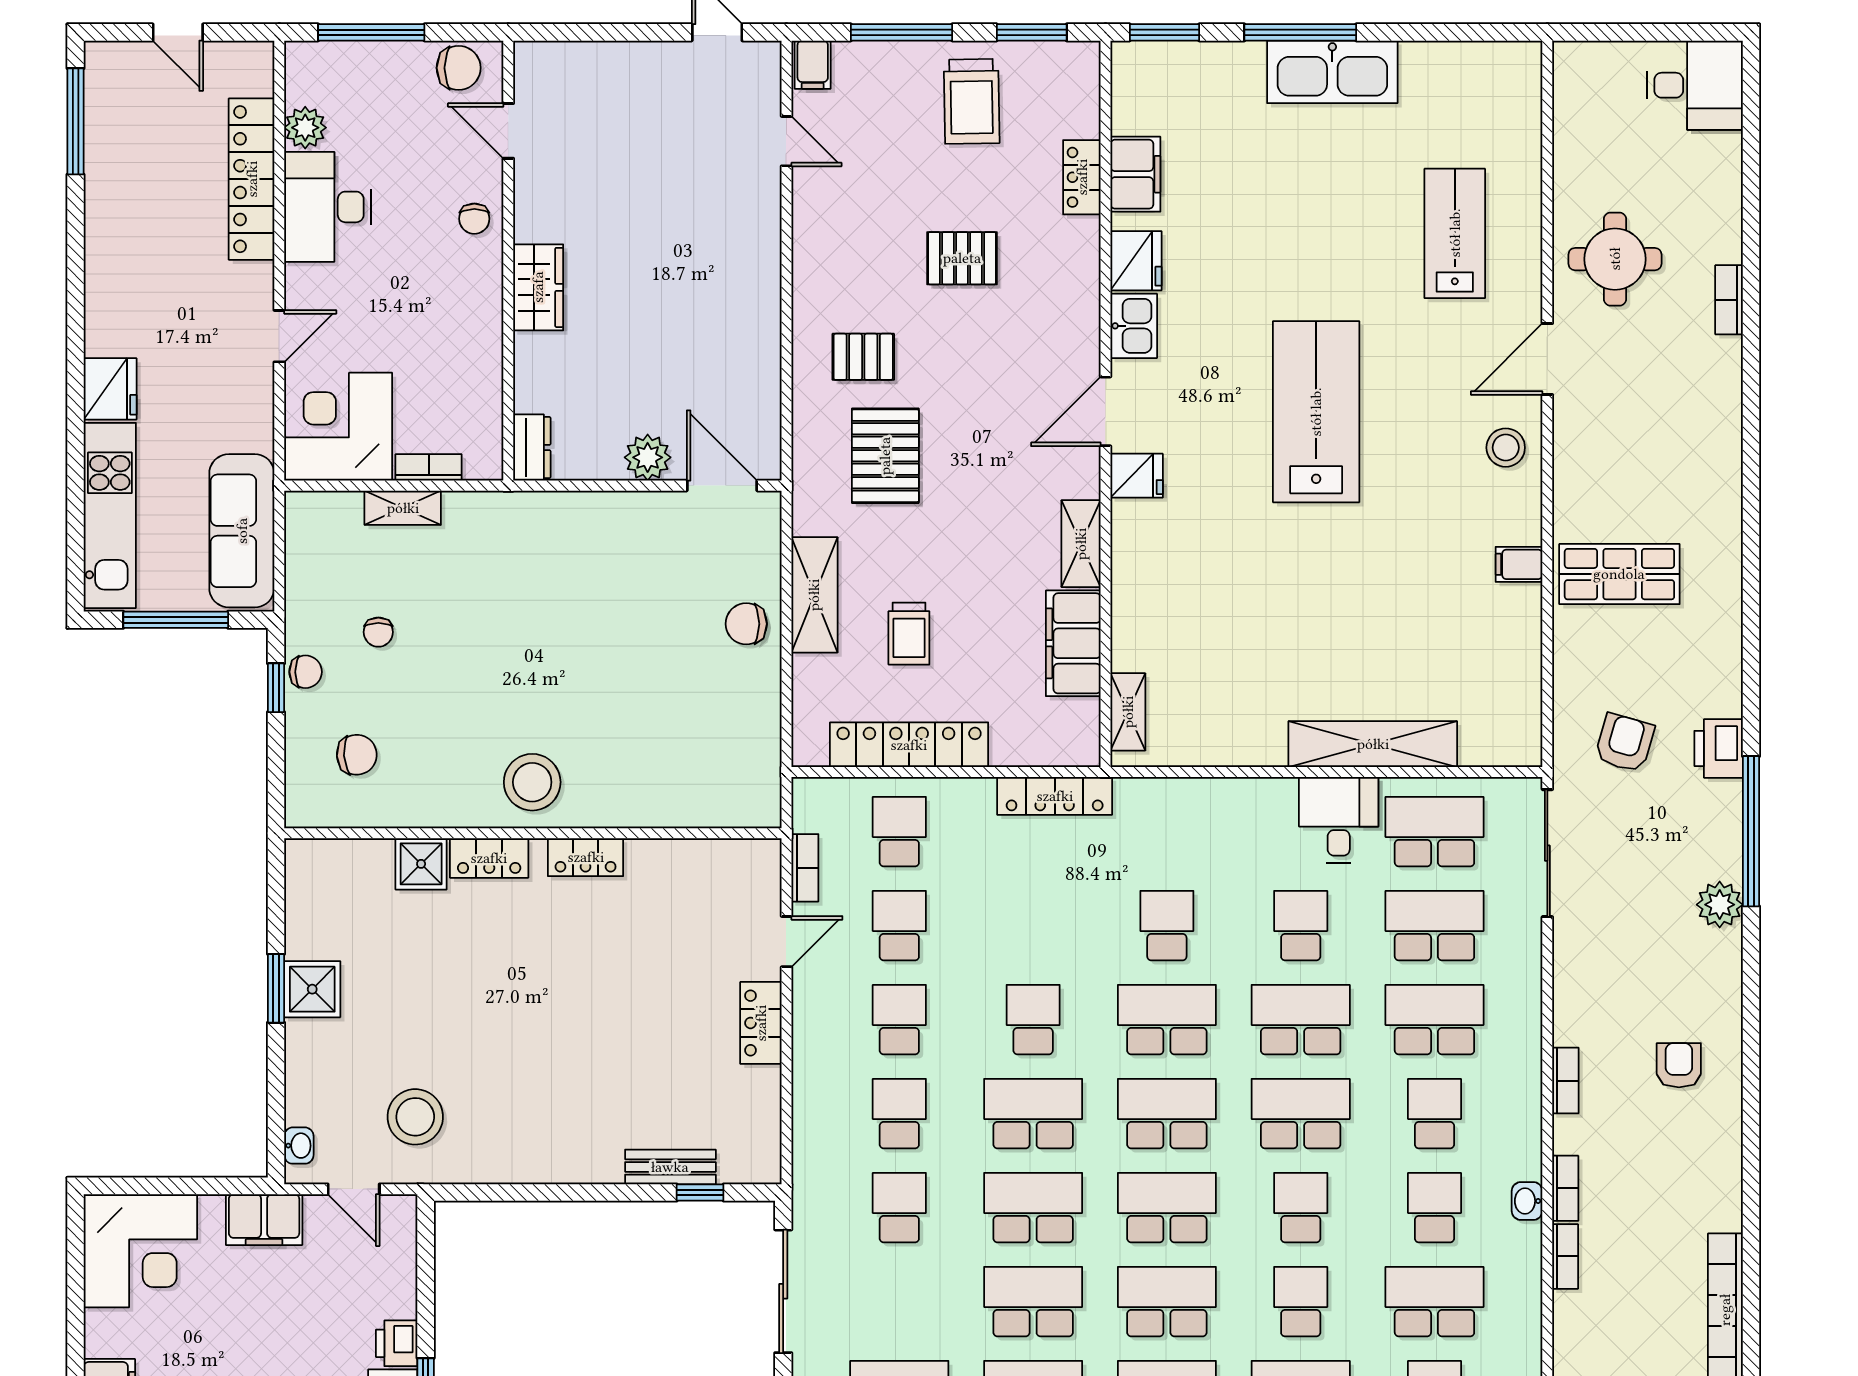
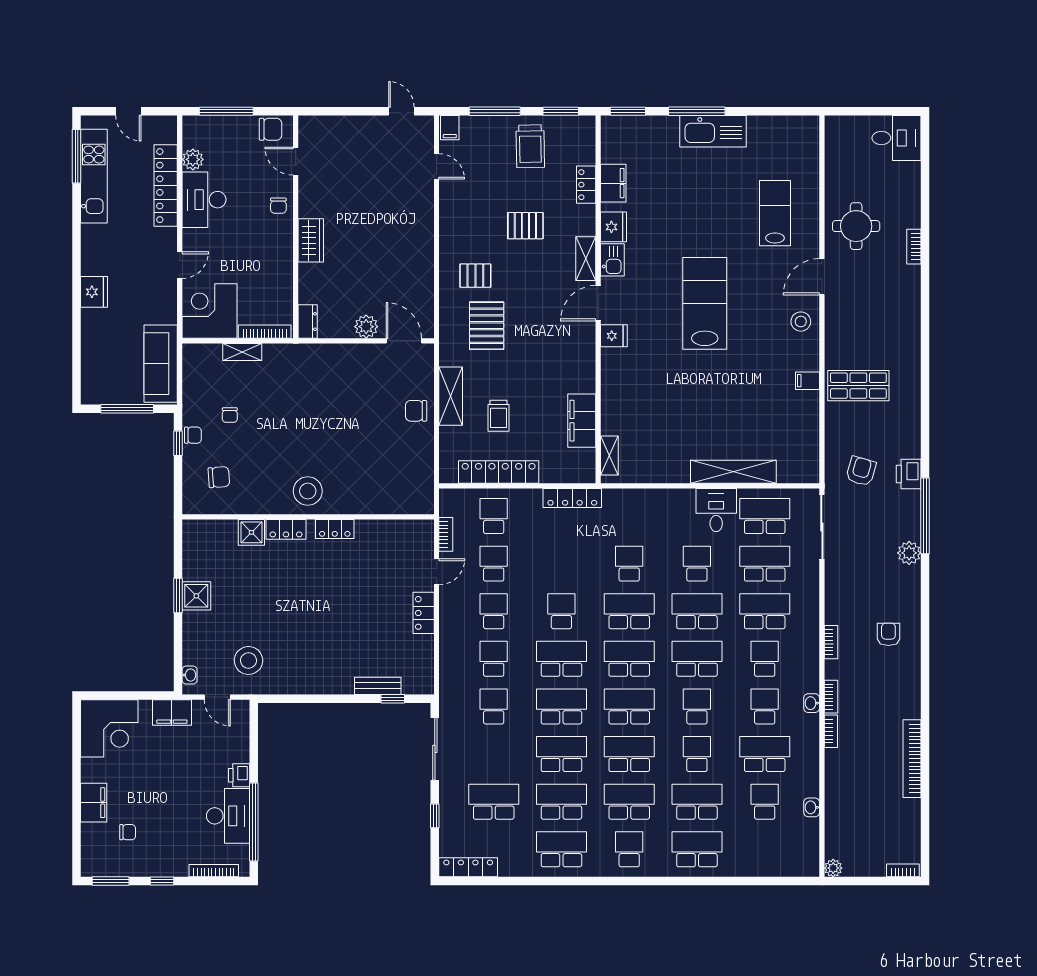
bookcase: (429, 467) -> (265, 332), width x1.56
kitchen unit: (110, 515) -> (94, 176), moved
shelving: (1081, 544) -> (586, 259), moved

